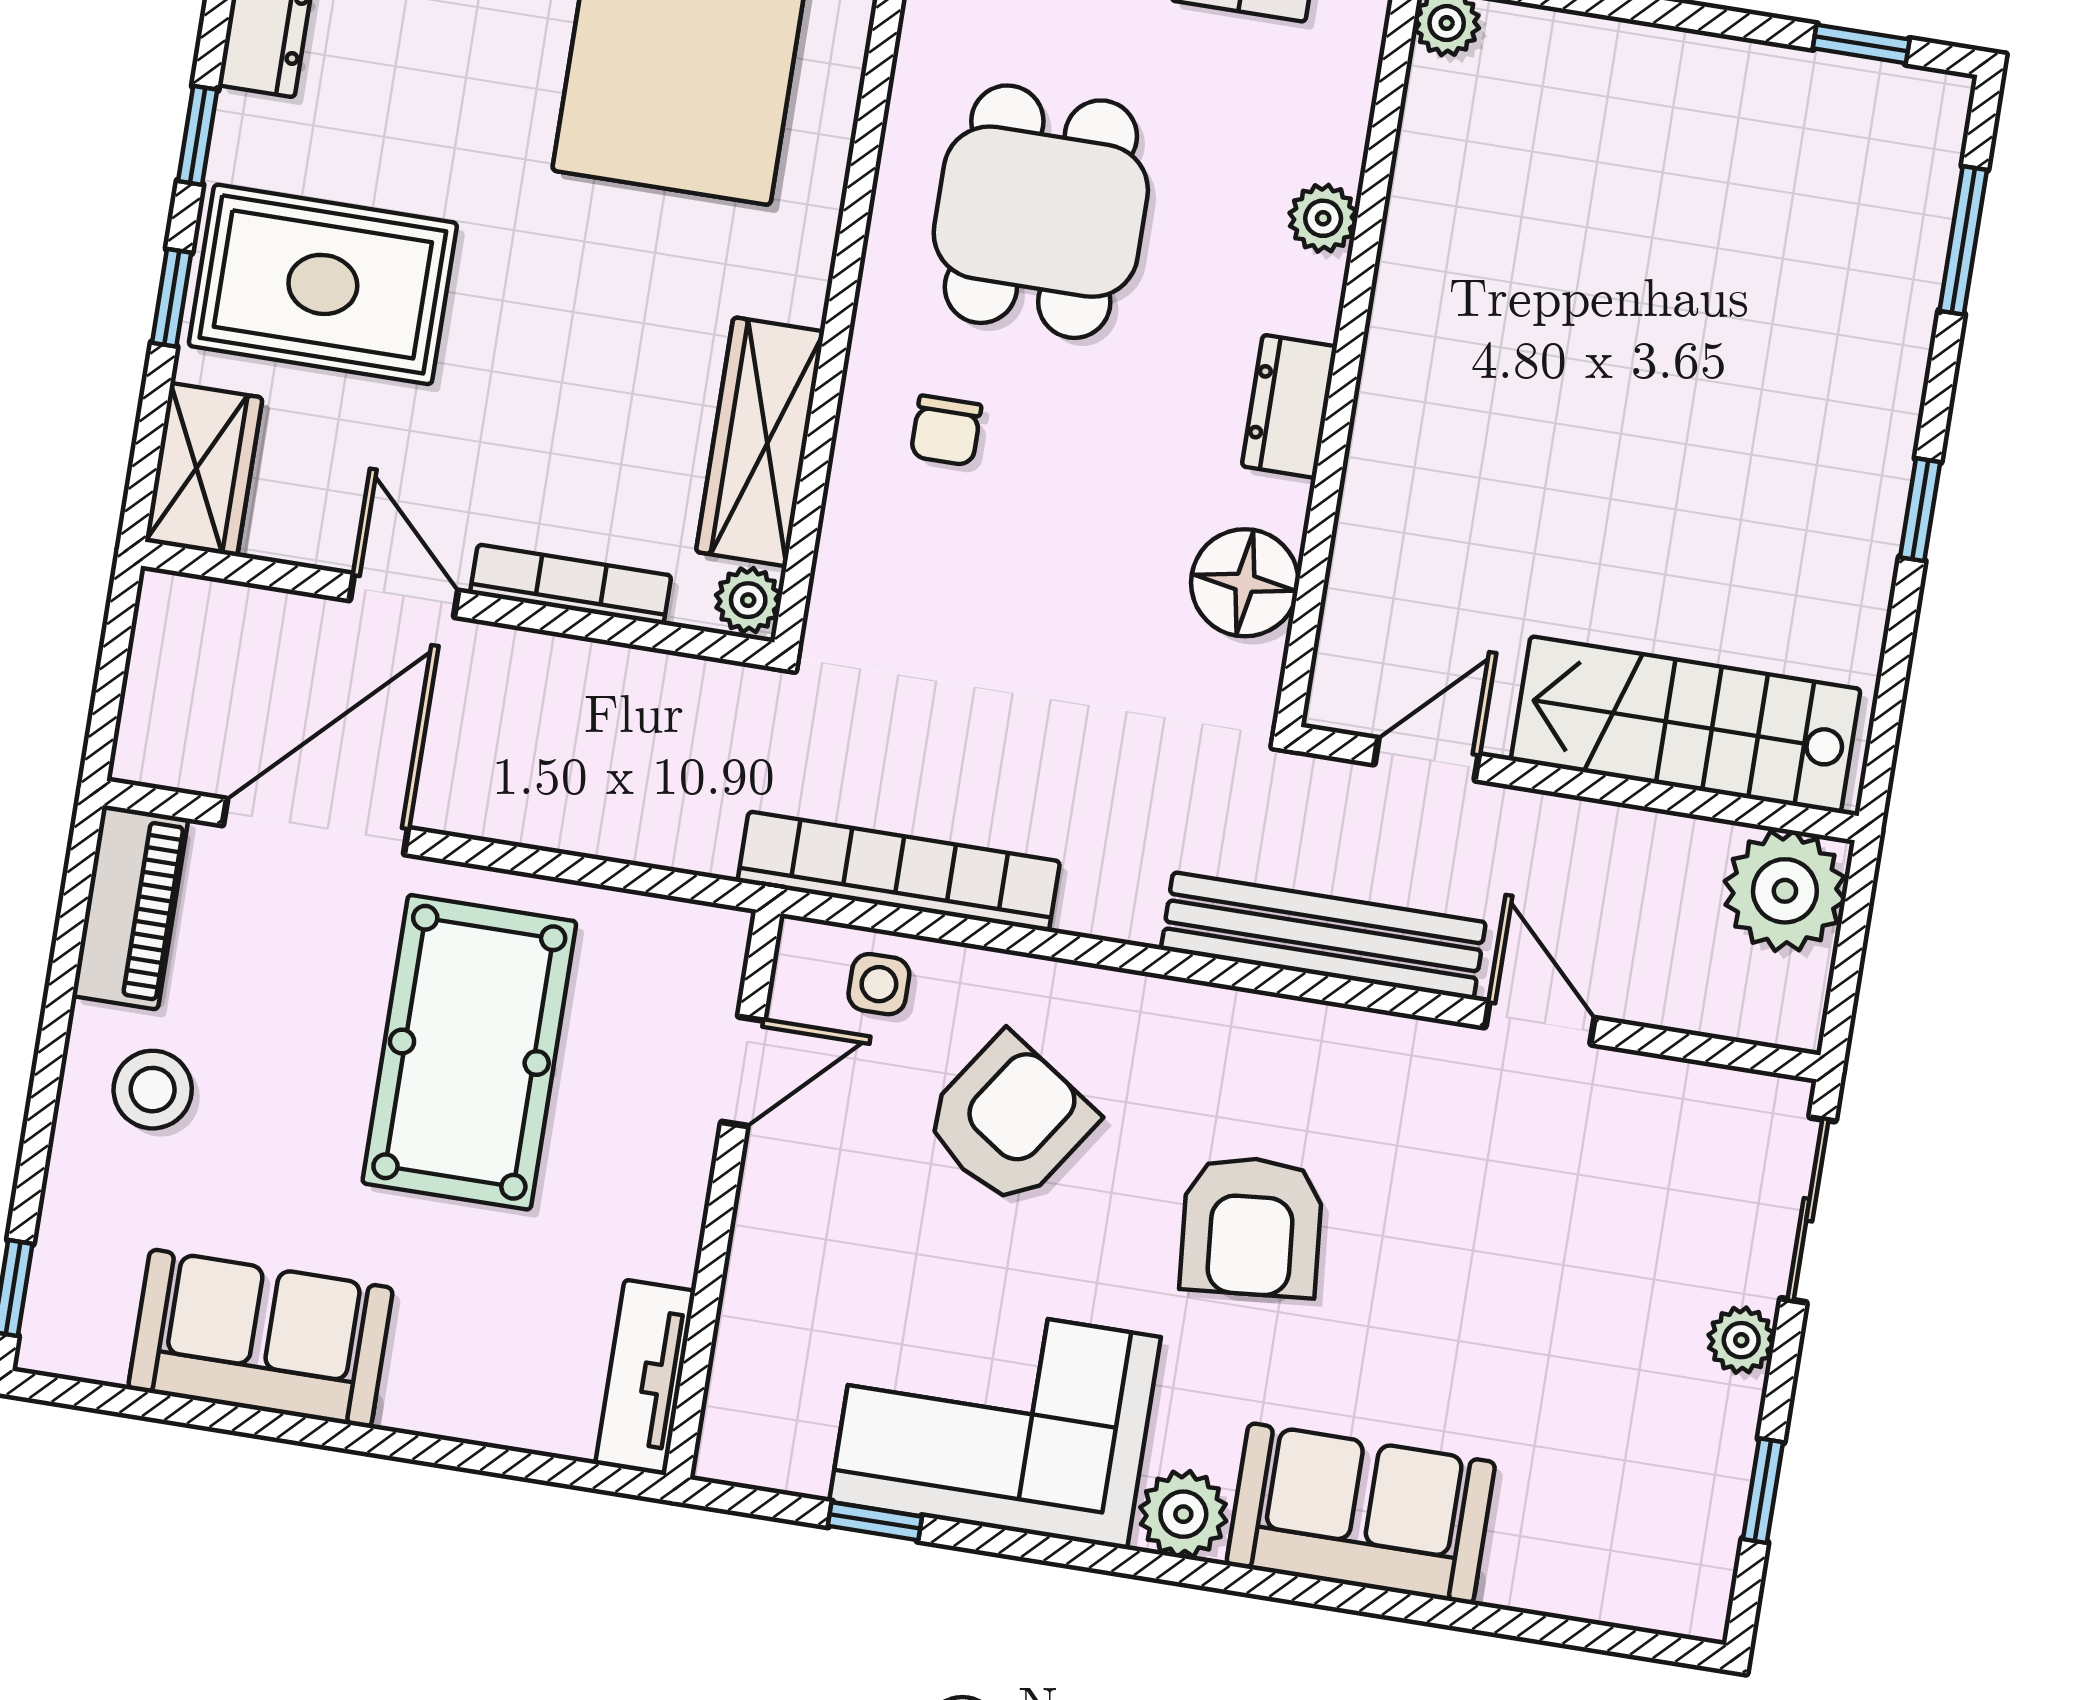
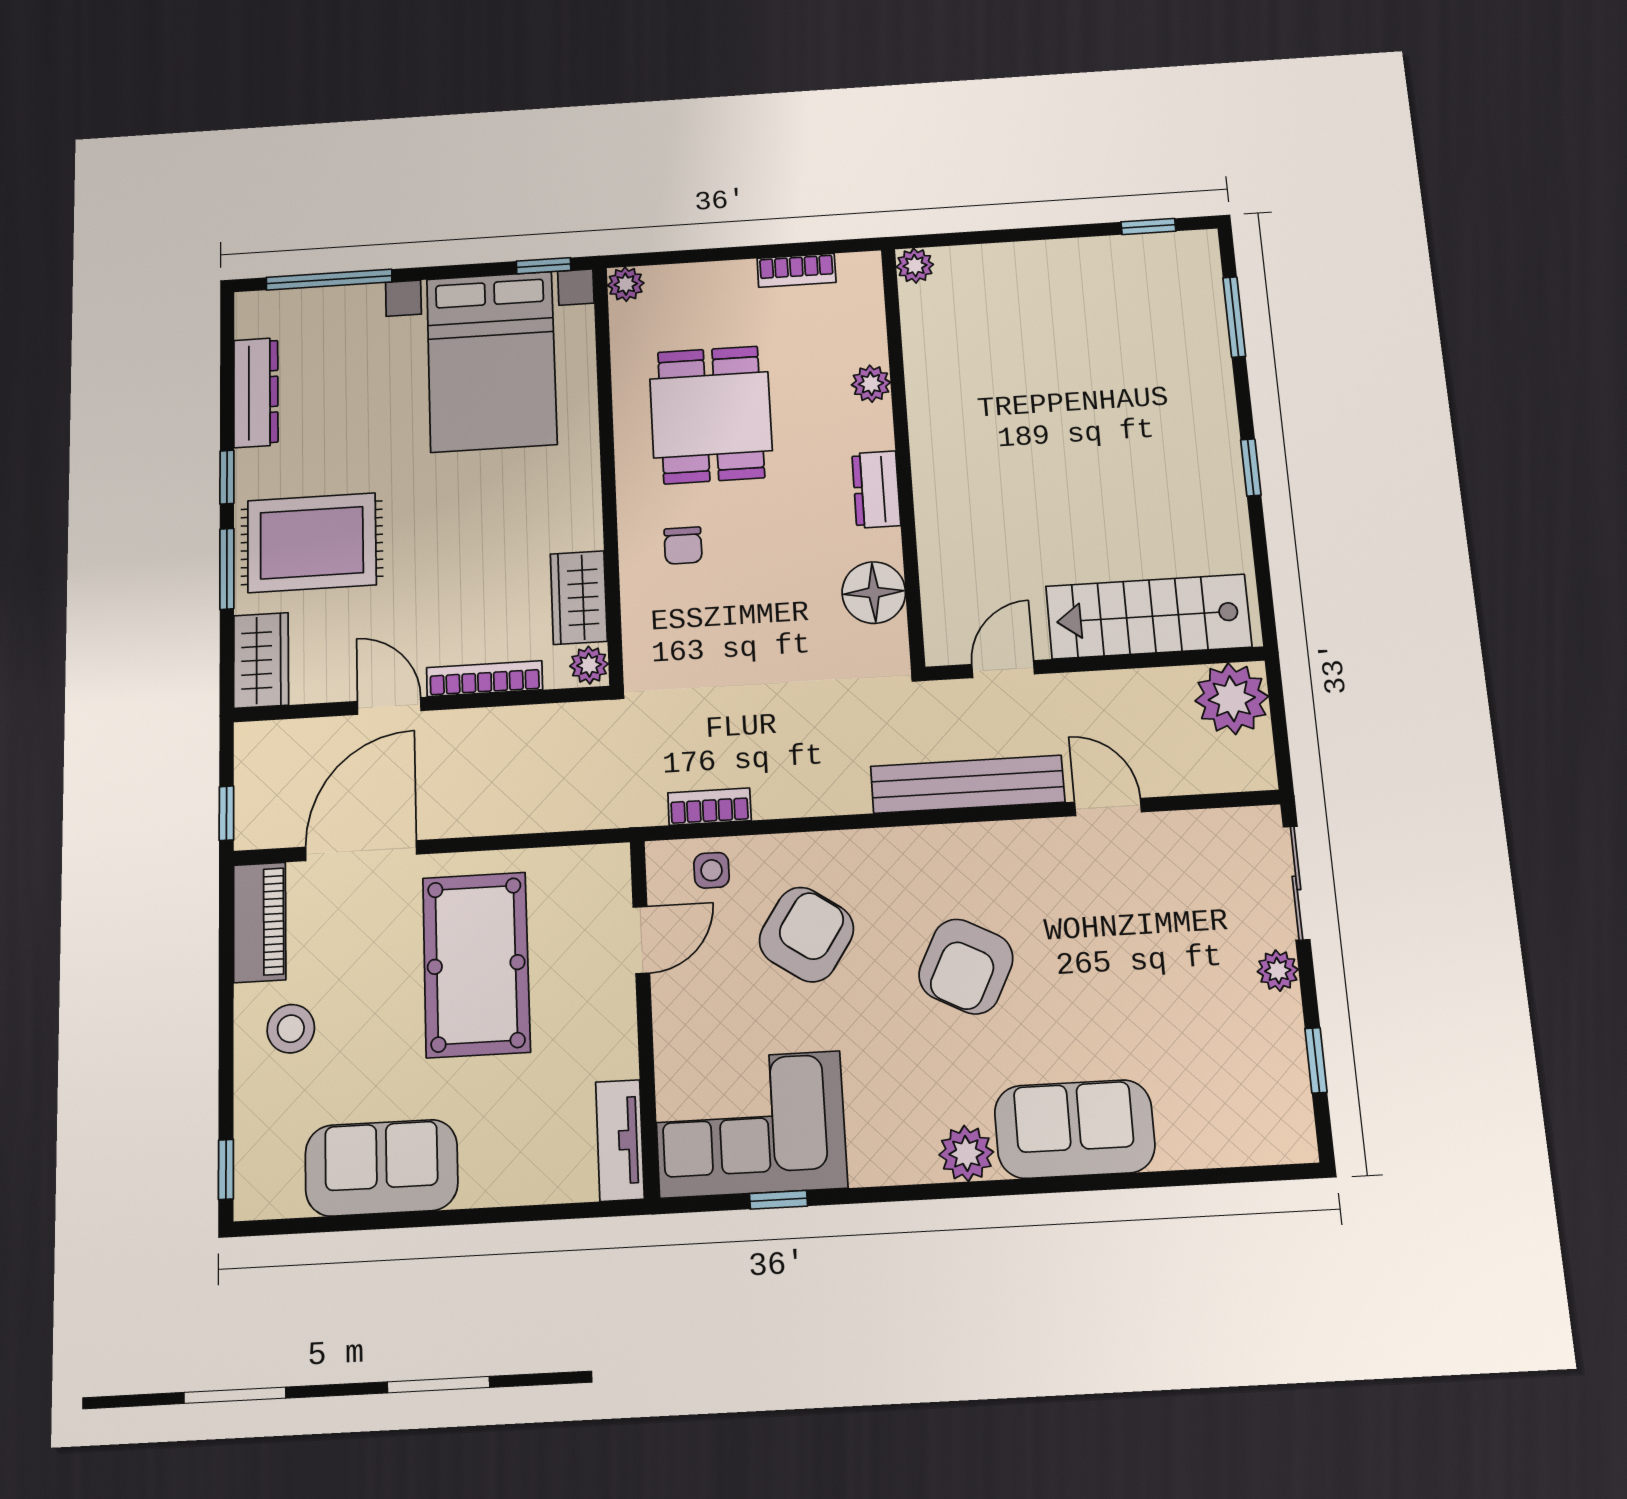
window: (172, 298) -> (227, 569), width x1.50
wardrobe: (760, 442) -> (579, 597), width x0.67
window: (105, 716) -> (226, 813), added
bookcase: (899, 871) -> (709, 807), width x0.43, depth x0.76
armchair: (1251, 1226) -> (966, 966), turned 32
corner sofa: (995, 1419) -> (750, 1124), moved

